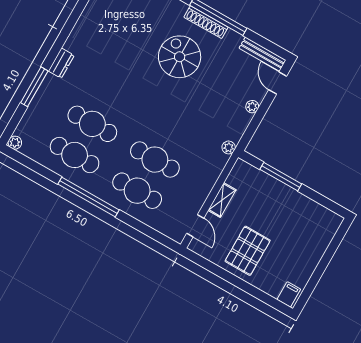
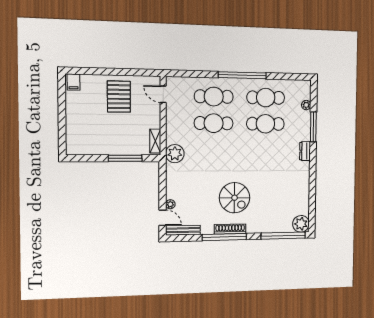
plant: (252, 107) -> (170, 204), moved
plant: (15, 143) -> (306, 105), moved
plant: (229, 147) -> (175, 154), width x1.88, depth x1.88
shelving: (222, 200) -> (155, 141), moved

